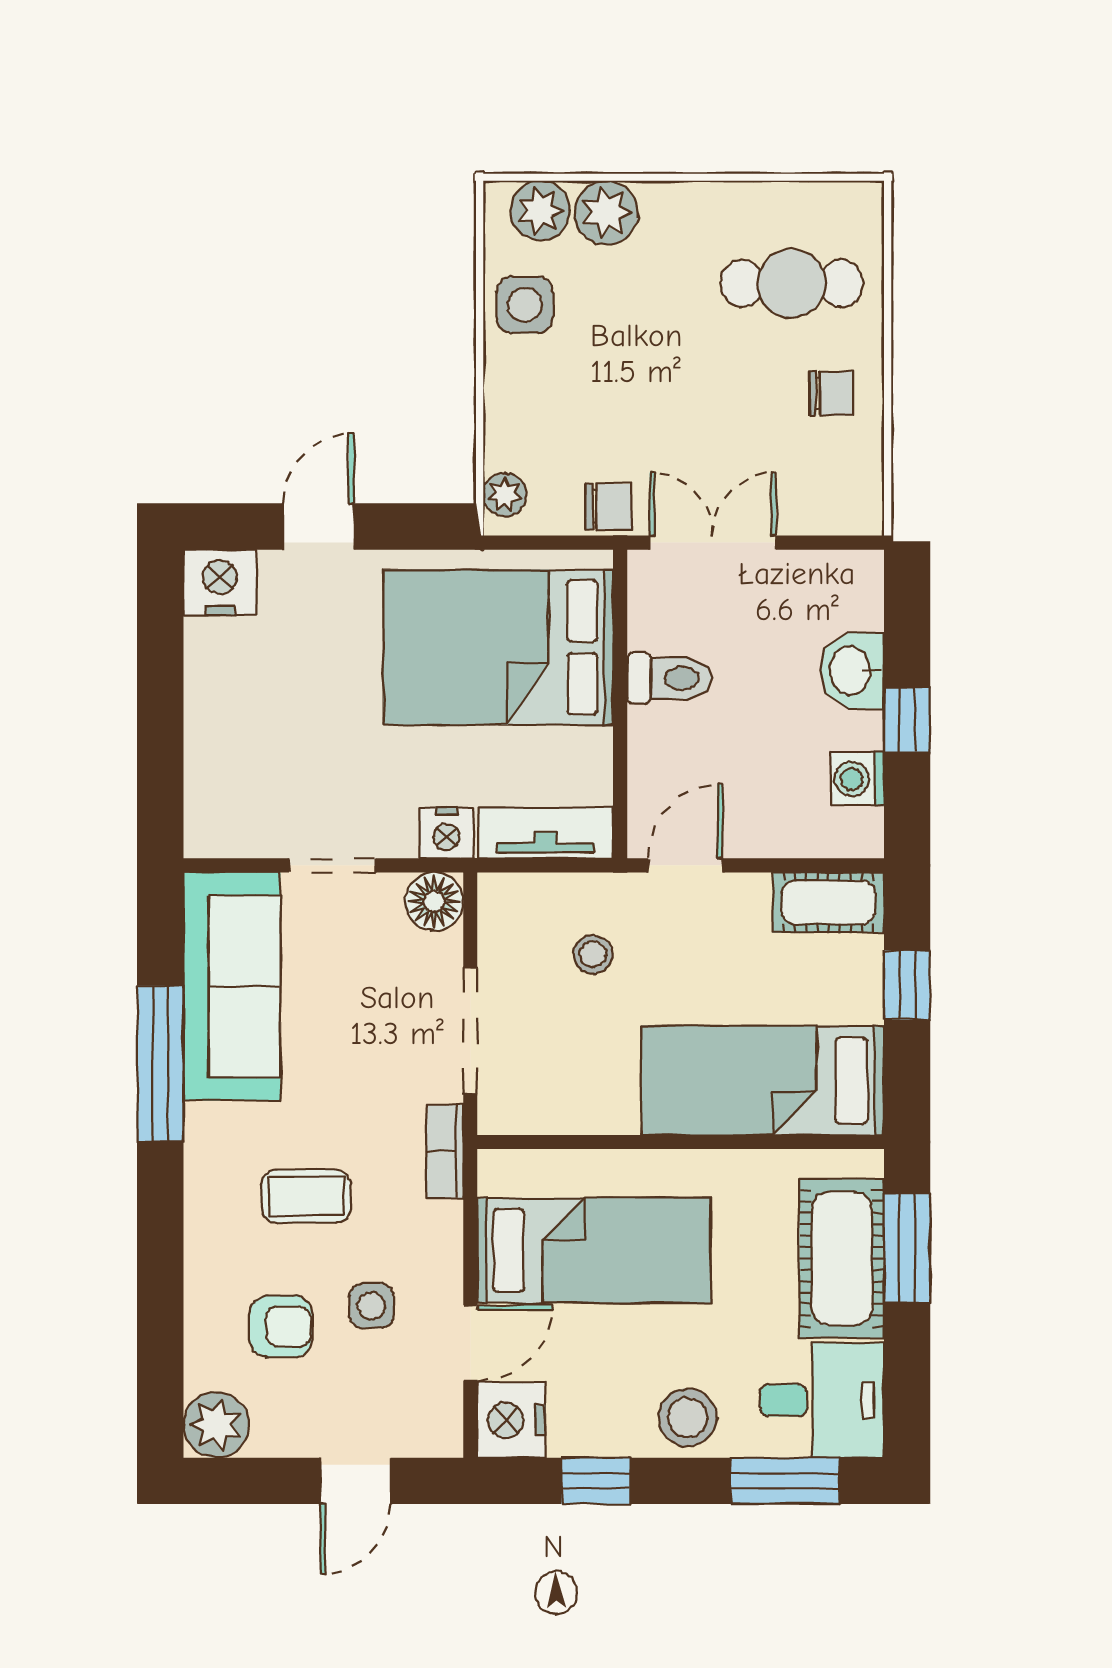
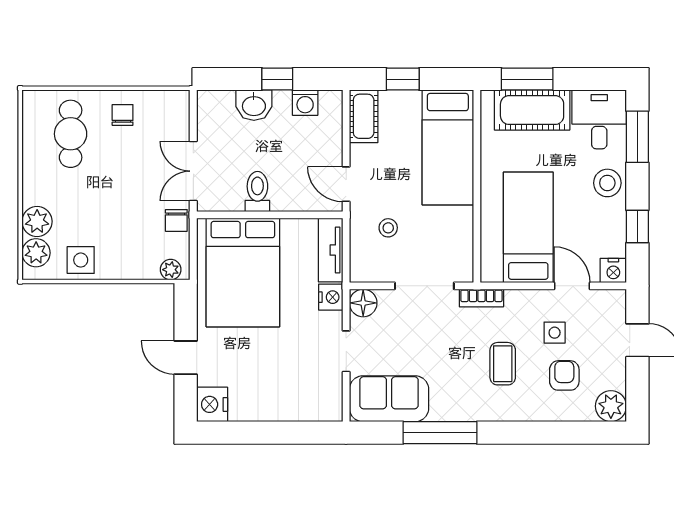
chair: (608, 507) -> (176, 220), turned 180
sofa: (232, 986) -> (389, 399), width x0.73
nightstand: (511, 1420) -> (613, 270), width x0.74, depth x0.75

